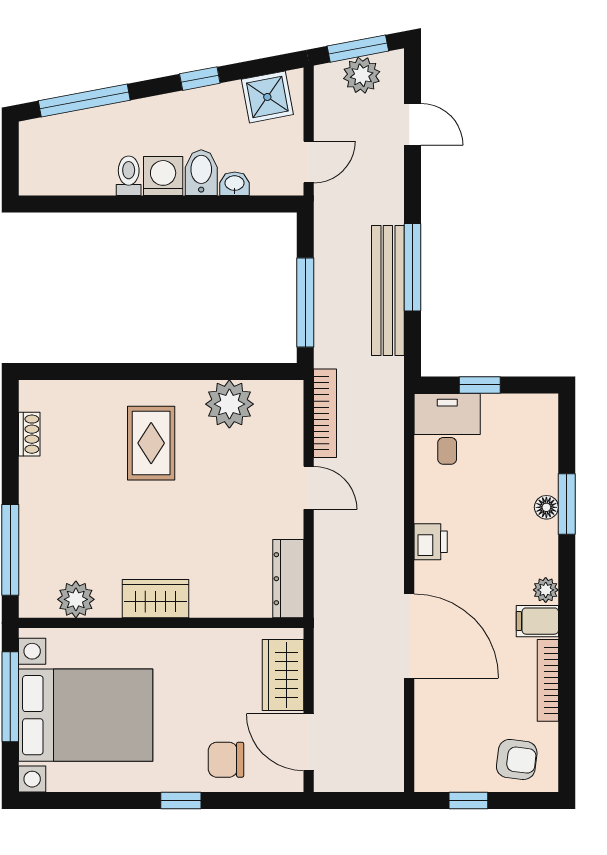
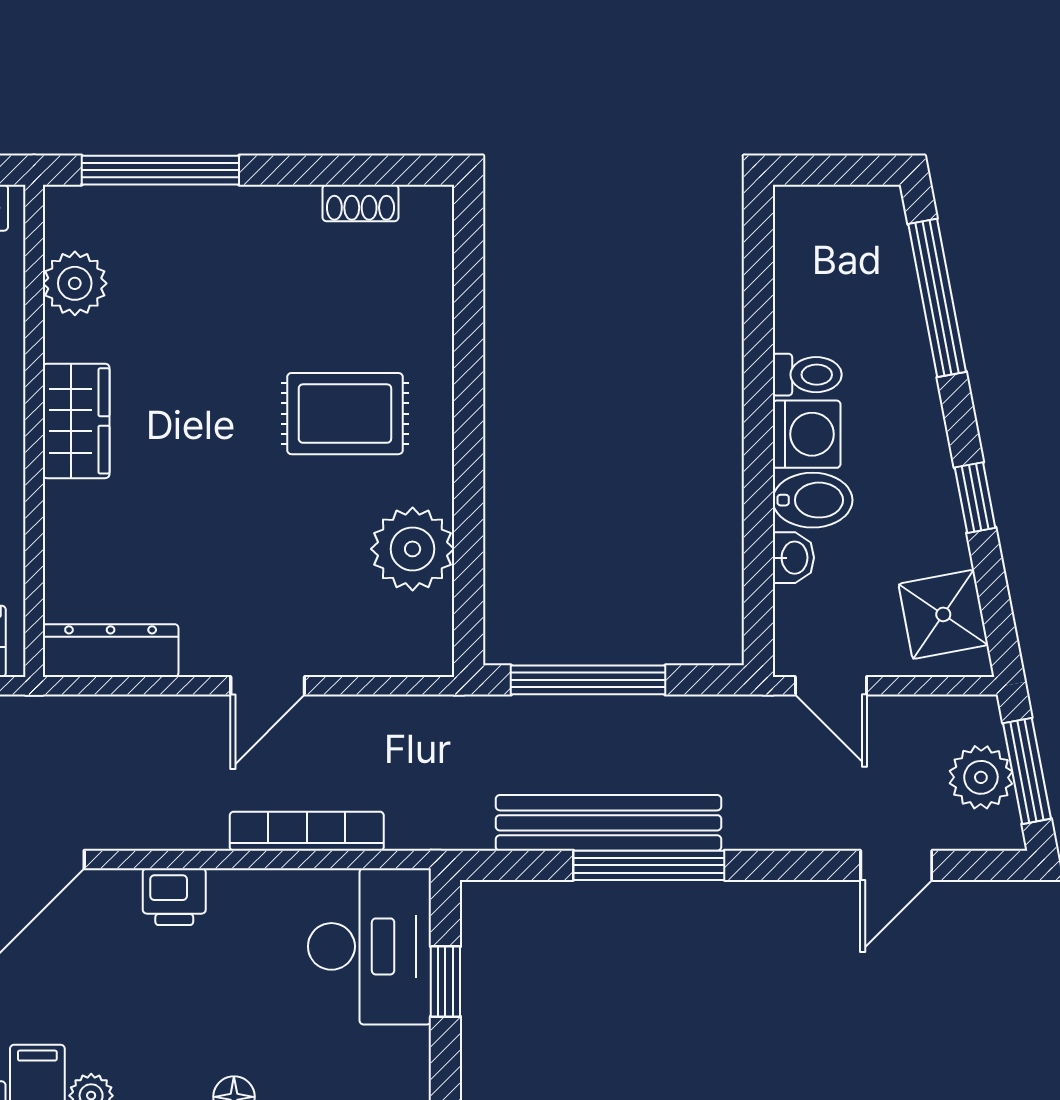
bookcase: (325, 413) -> (307, 831), moved, turned 180
desk: (447, 429) -> (370, 946), width x1.37

